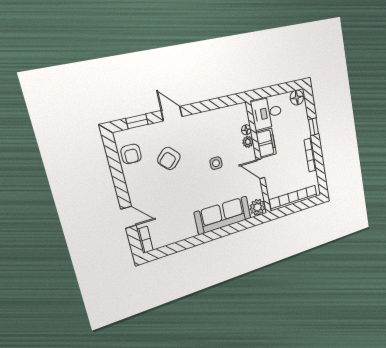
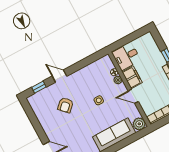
floor lamp: (297, 98) -> (147, 39), removed
armchair: (131, 154) -> (41, 108), removed

